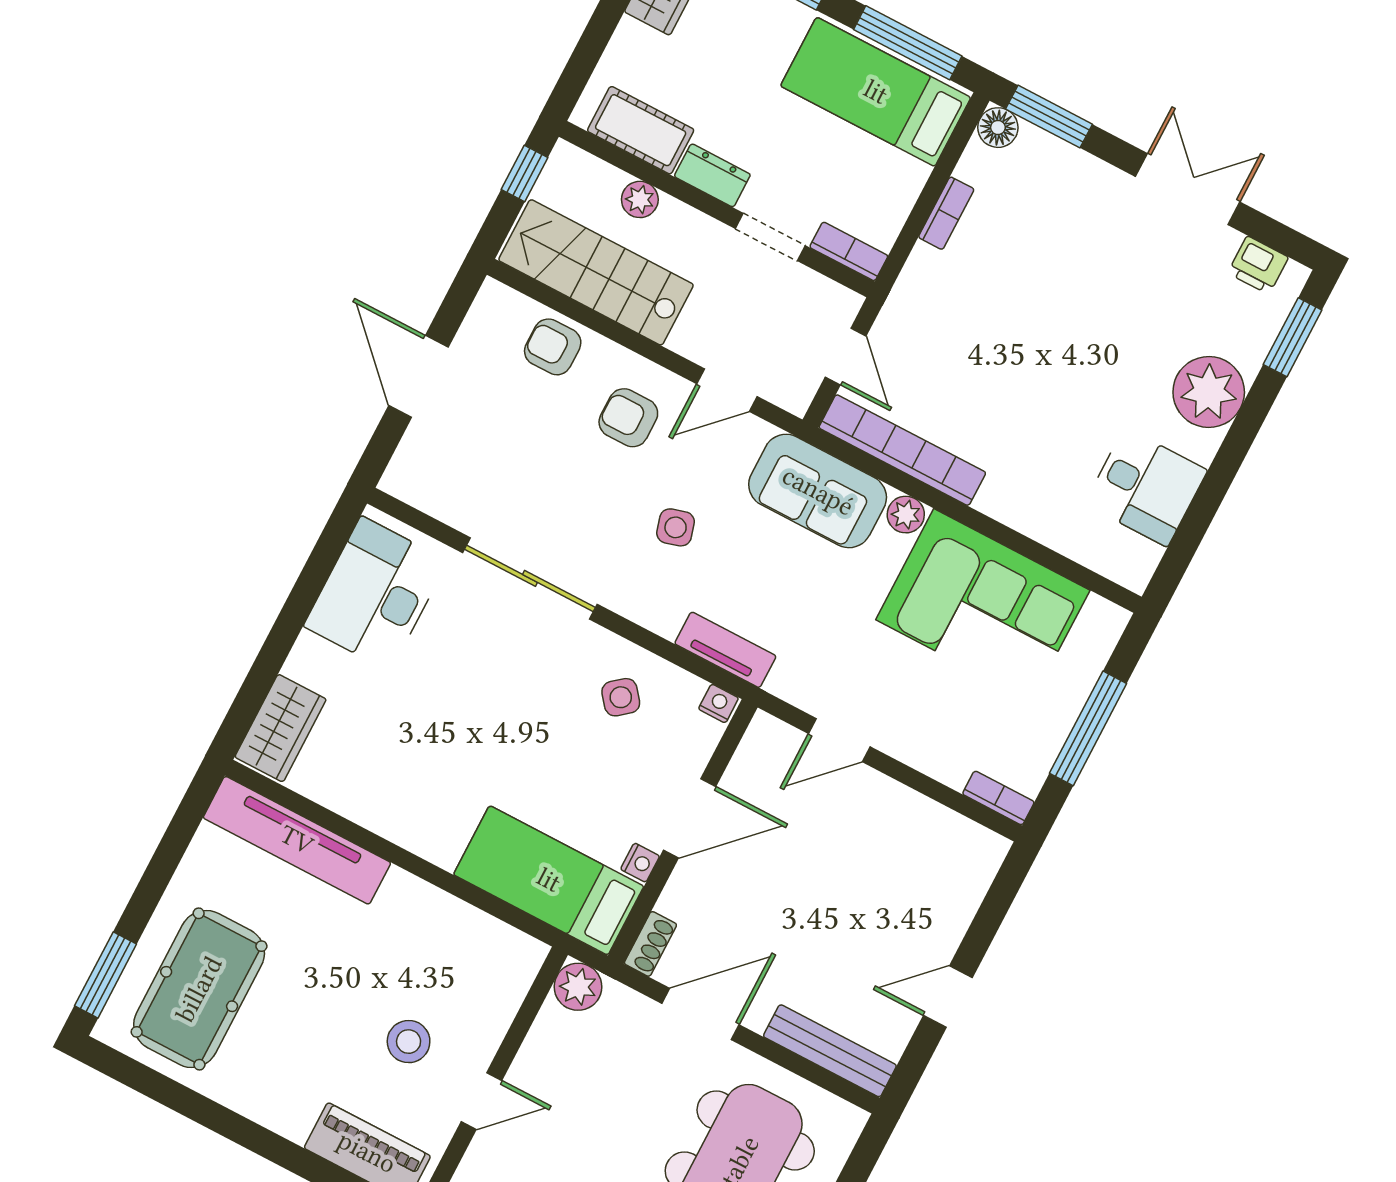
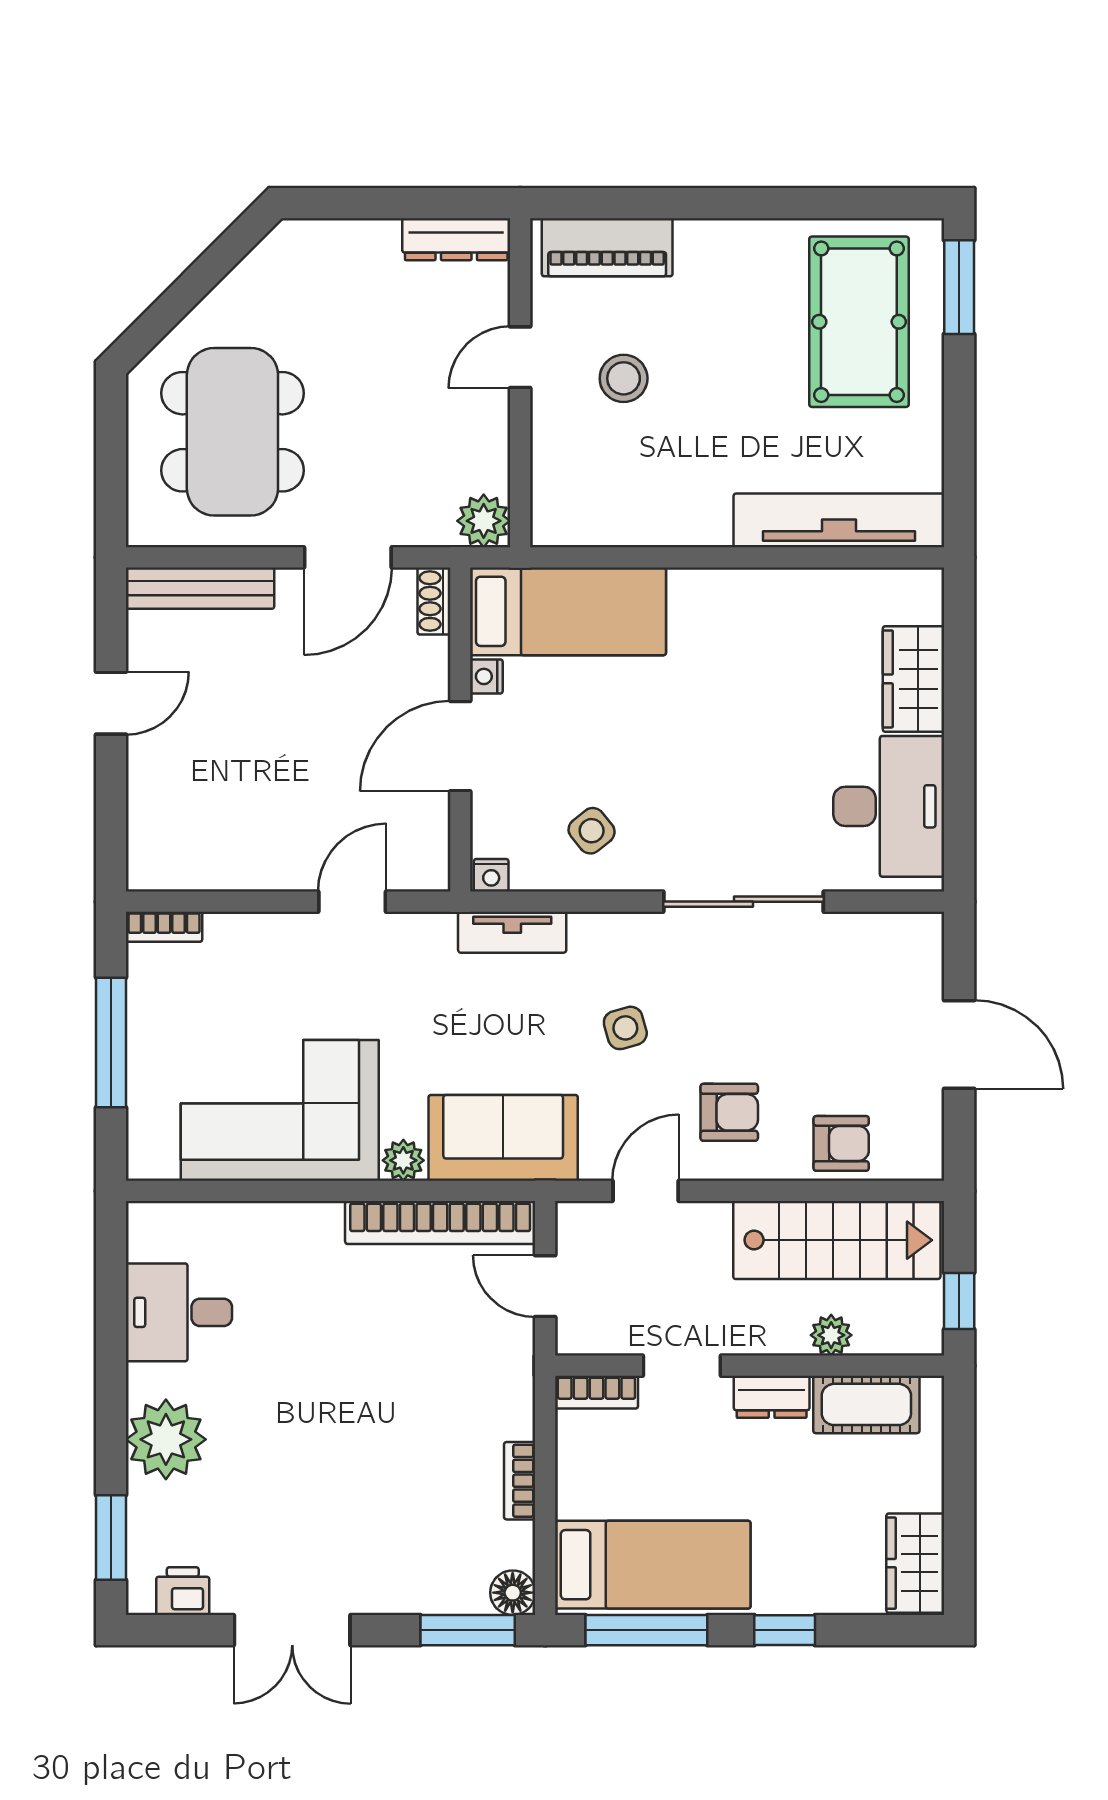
wardrobe: (281, 728) -> (914, 679), moved

